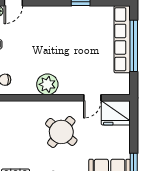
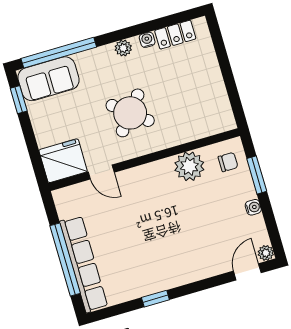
plant: (47, 84) -> (189, 166), moved
door: (92, 98) -> (101, 172), swing flipped

